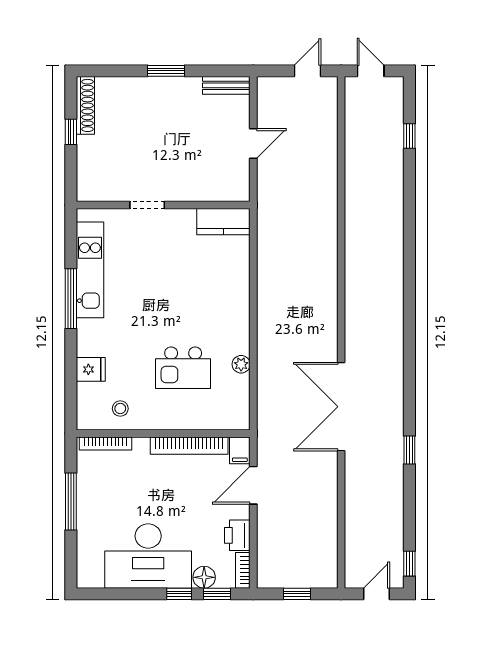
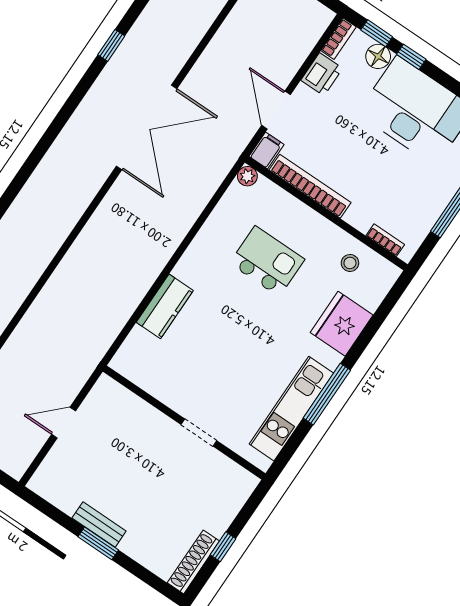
bench: (226, 85) -> (99, 524), moved
kitchen counter: (223, 222) -> (165, 306), moved, turned 90
plant: (241, 364) -> (247, 176), moved
fridge: (91, 369) -> (342, 324), width x1.88, depth x1.34
bookcase: (106, 443) -> (385, 240), width x0.64
door: (253, 485) -> (276, 110), swing flipped

